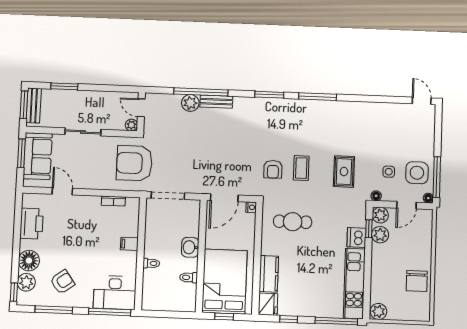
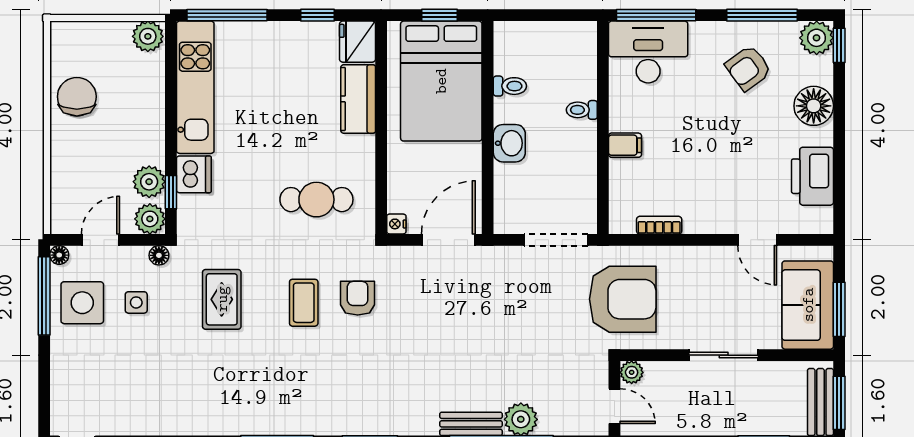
plant: (26, 282) -> (817, 38), moved

